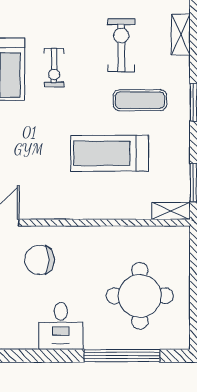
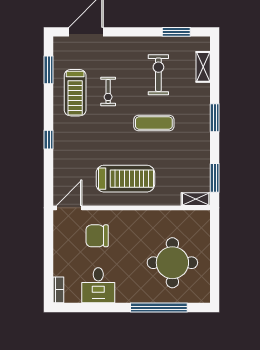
exercise mat: (140, 100) -> (154, 123), moved
treadmill: (110, 153) -> (125, 179), moved, turned 180
desk: (61, 326) -> (98, 285), moved

